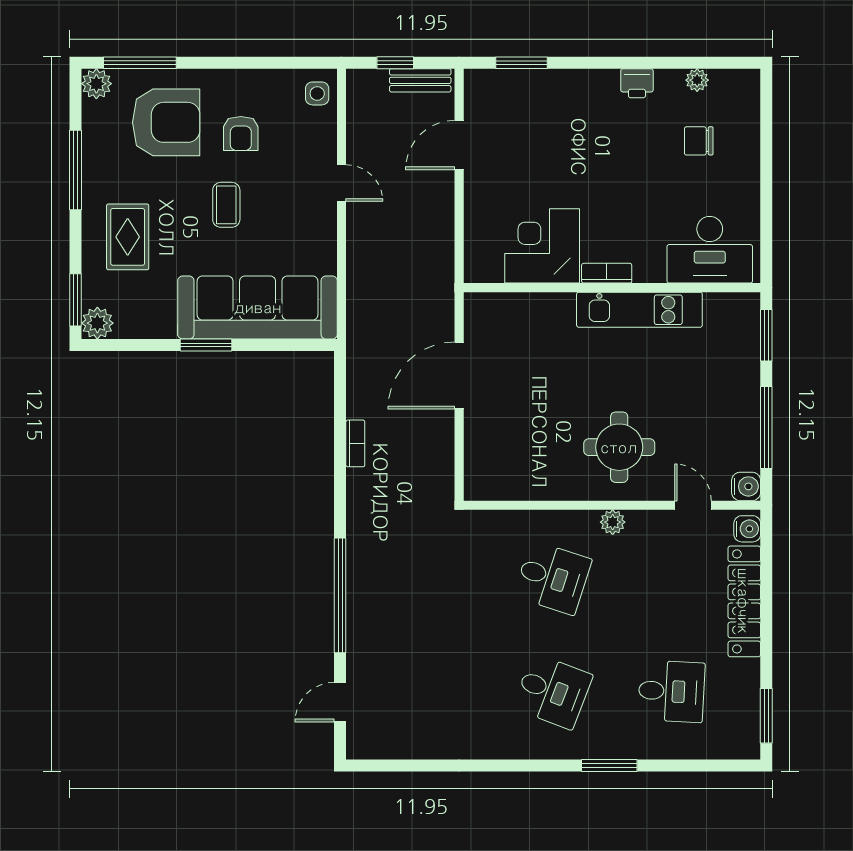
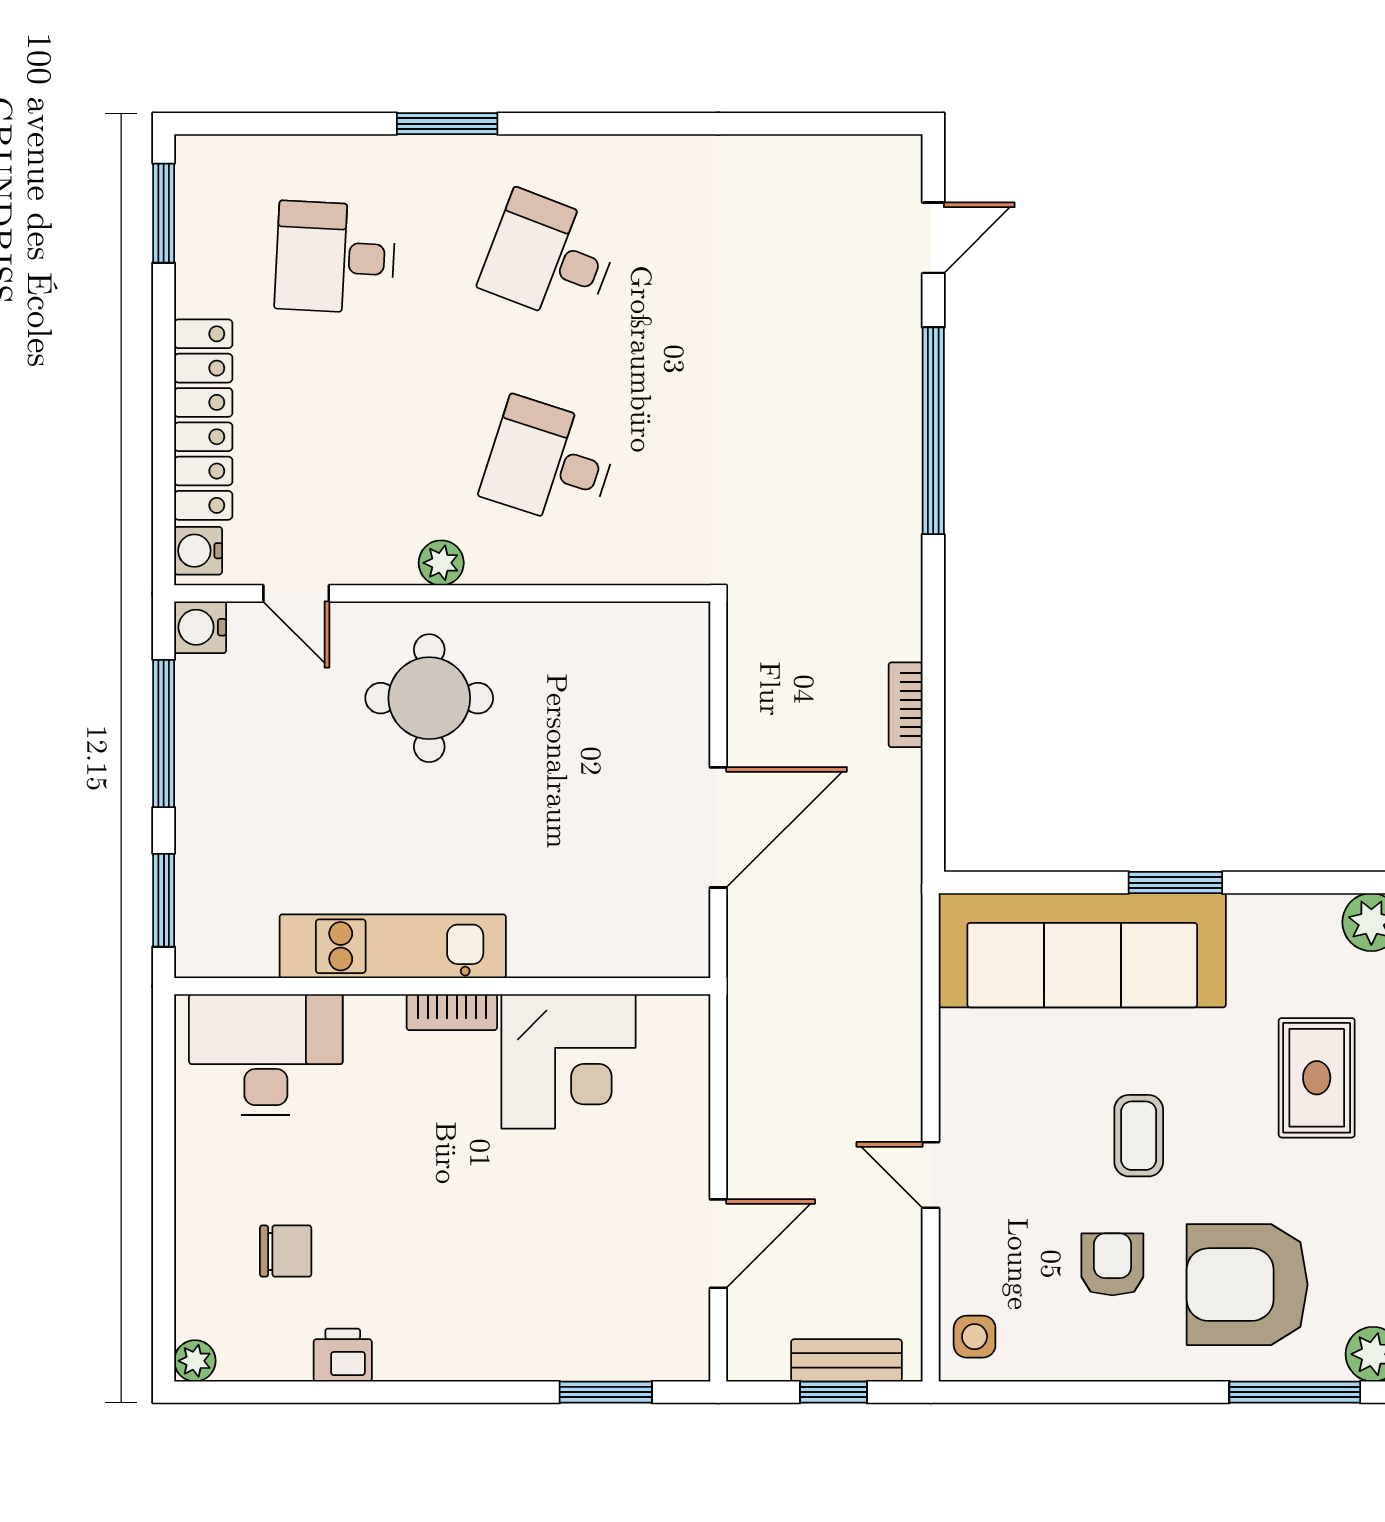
bench: (420, 80) -> (846, 1360), moved
plant: (697, 80) -> (195, 1361), moved
printer: (637, 83) -> (343, 1355), moved

